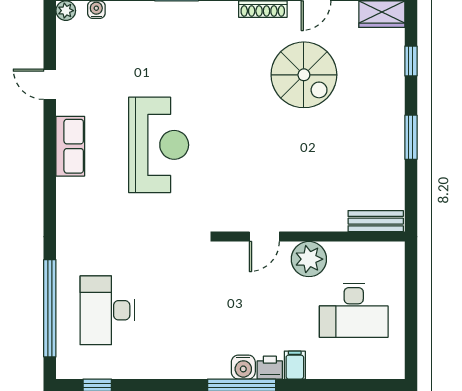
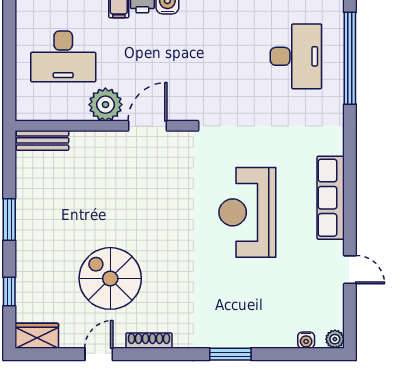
row of seats: (70, 146) -> (331, 198), width x1.48
door: (264, 237) -> (148, 126), width x1.37
desk: (354, 310) -> (63, 56), turned 180

